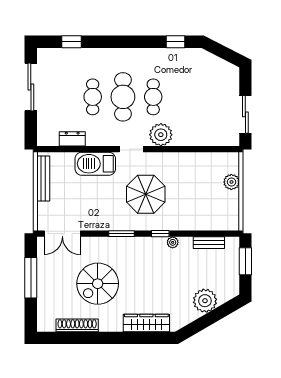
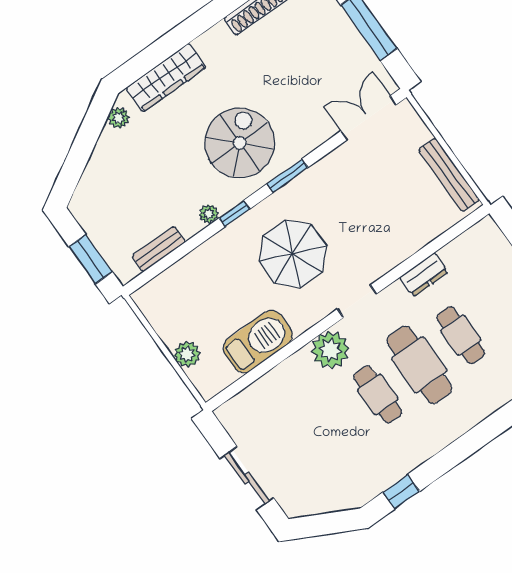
sliding door: (245, 114) -> (247, 478), moved
dresser: (72, 139) -> (424, 275), moved
barbecue: (95, 164) -> (258, 342), moved
spiral stairs: (98, 284) -> (240, 143), moved
plant: (205, 301) -> (119, 118), moved, width x0.53, depth x0.53

